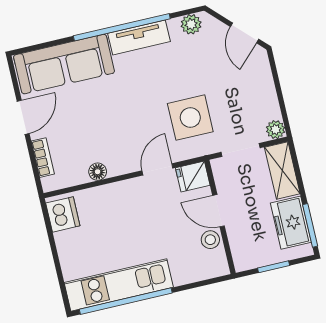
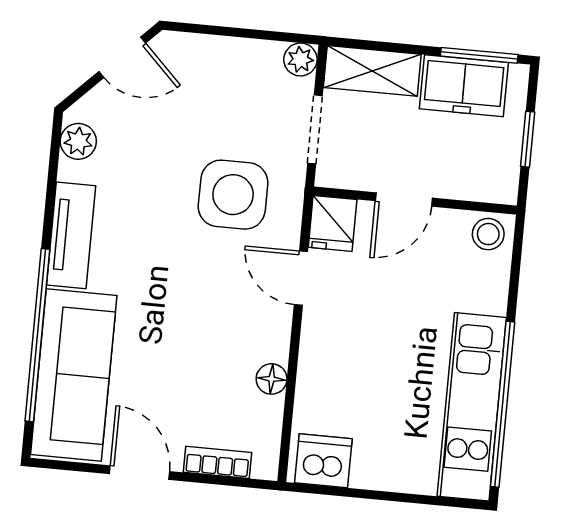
window: (122, 27) -> (37, 335), moved
stool: (210, 240) -> (488, 234), moved

